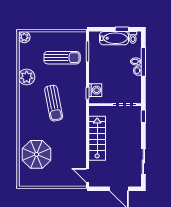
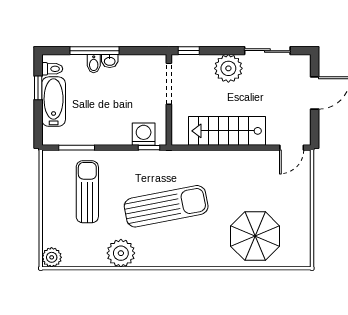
sun lounger: (54, 103) -> (166, 206), width x1.36, depth x1.34
plant: (133, 139) -> (228, 68), added

